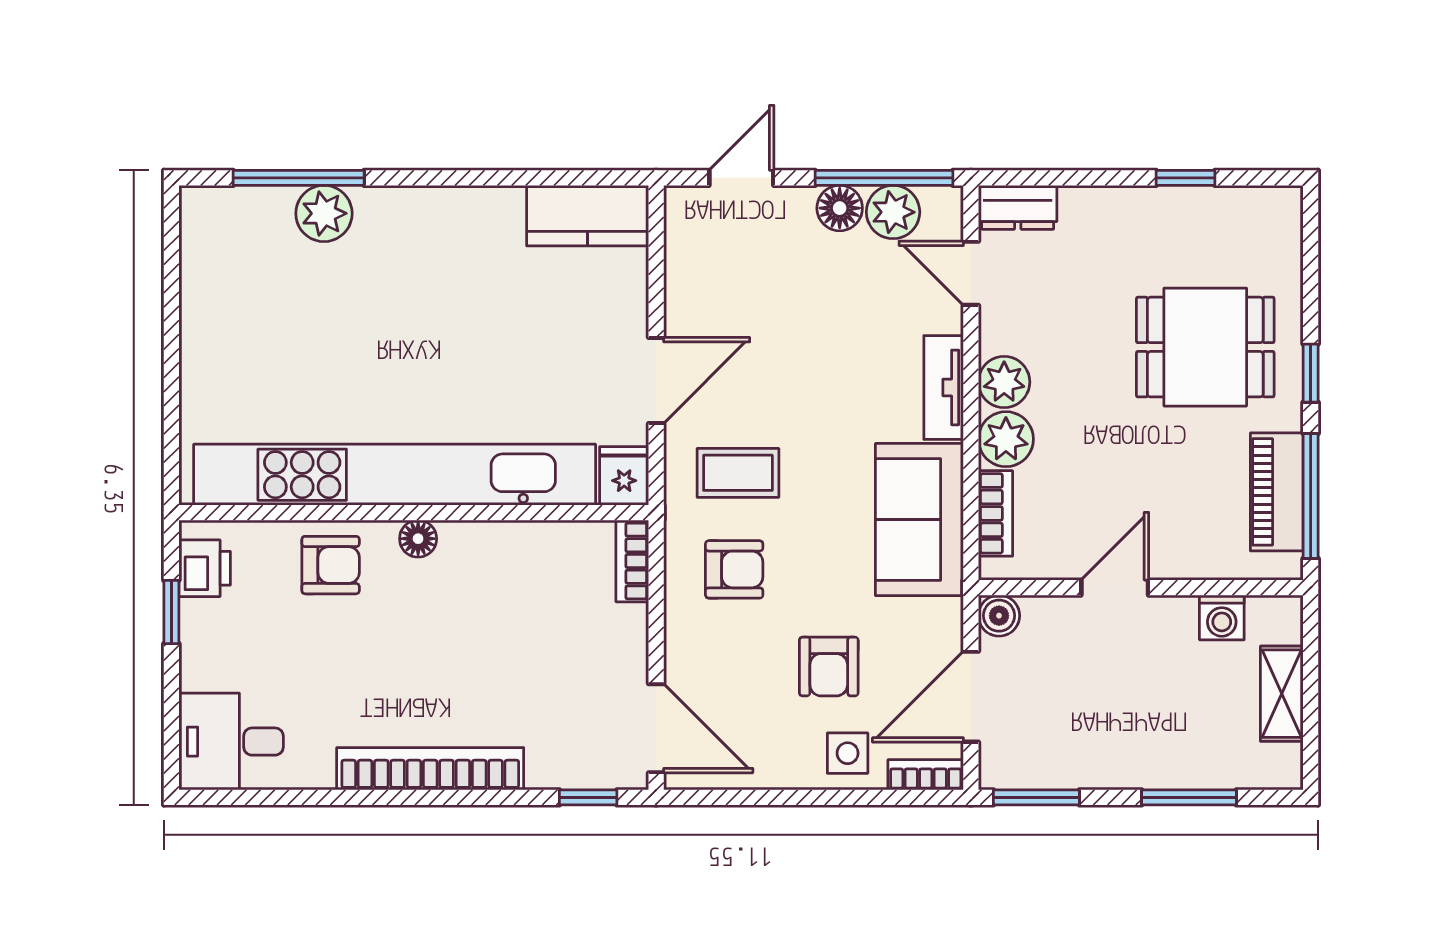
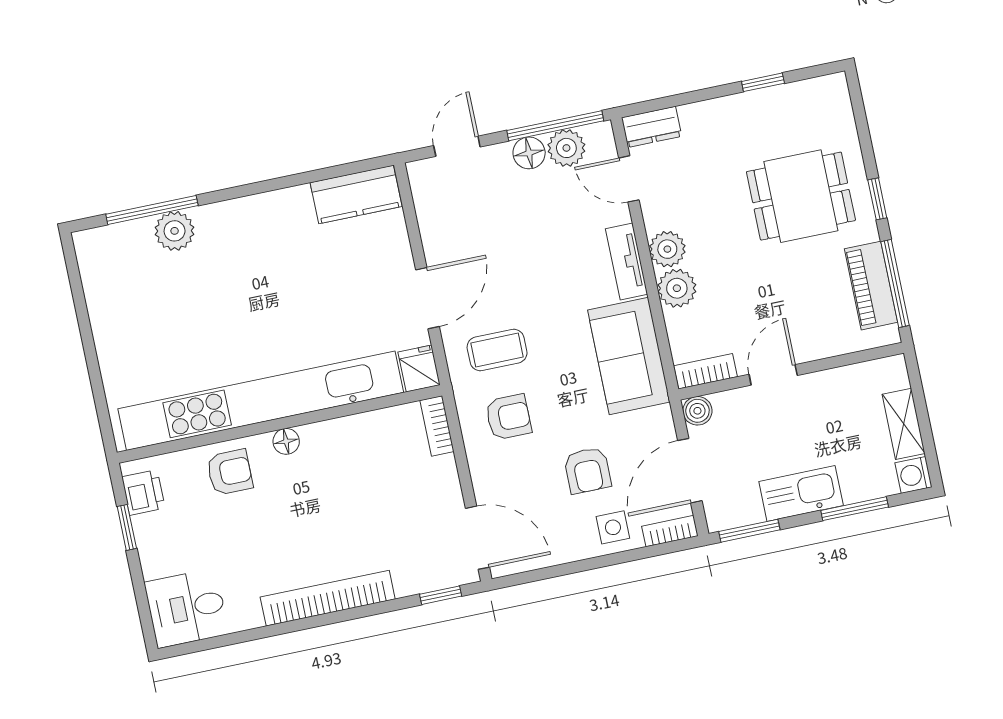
bookcase: (996, 513) -> (705, 371), moved, turned -90
washing machine: (1222, 617) -> (914, 475), moved, turned 90
kitchen sink: (1119, 761) -> (801, 494), added

